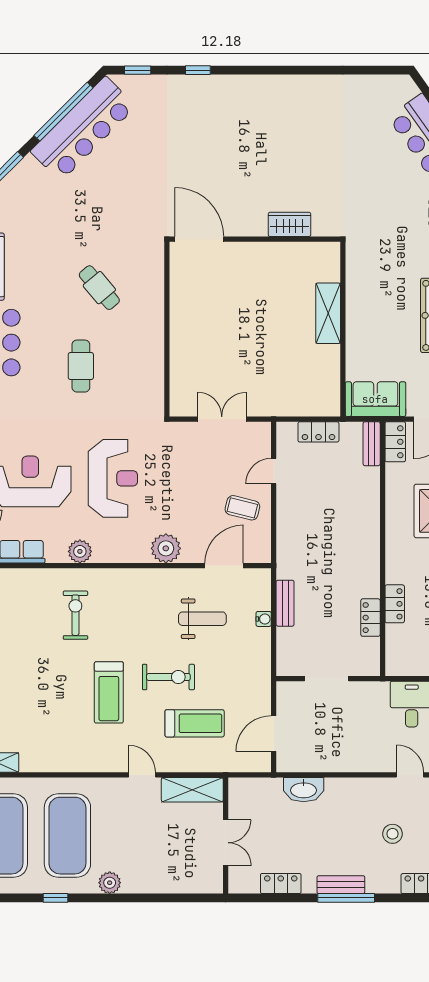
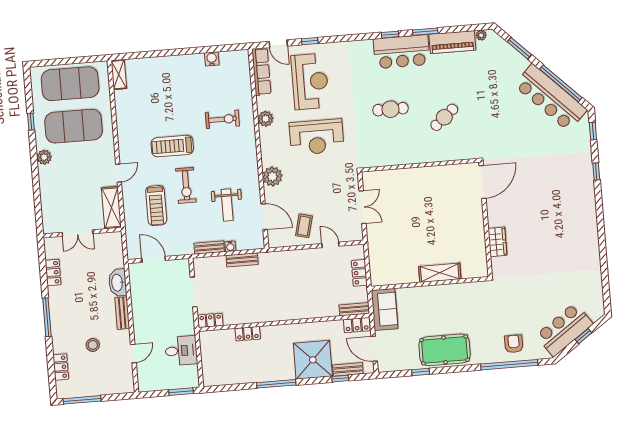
locker: (370, 618) -> (210, 320), moved
bench: (263, 650) -> (209, 247), added
bench: (341, 885) -> (122, 313), moved

